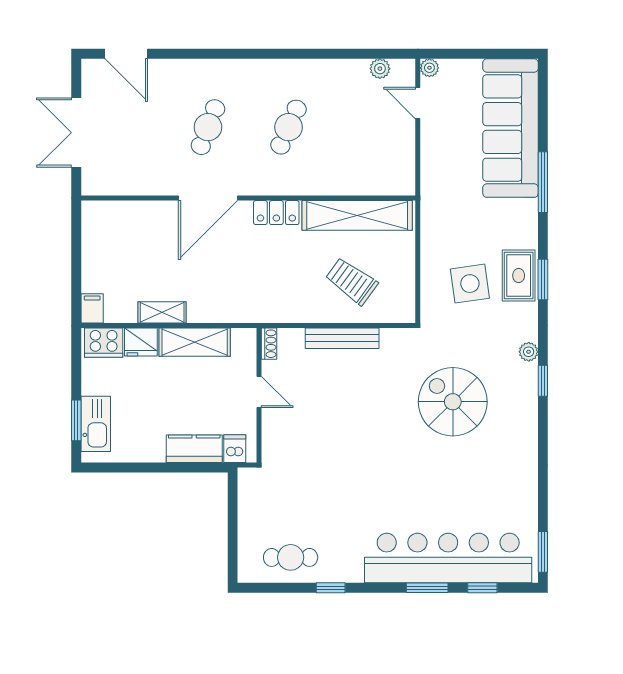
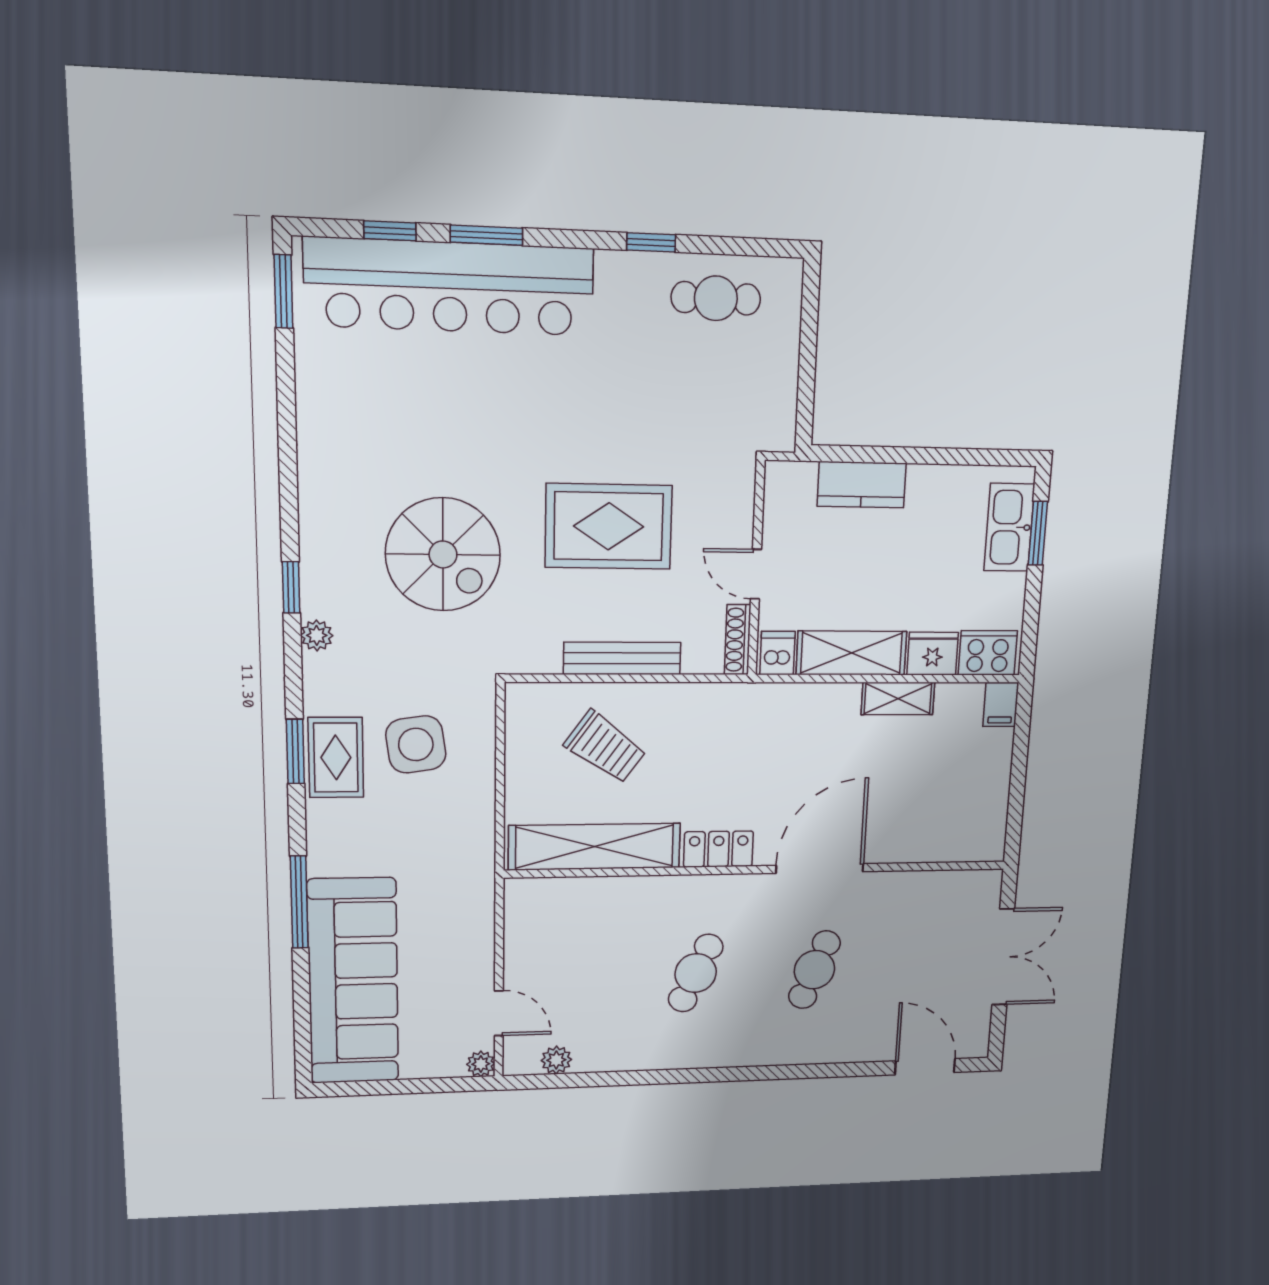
shoe rack: (269, 344) -> (738, 640), width x1.43
rug: (352, 420) -> (609, 526), added
dishwasher: (235, 449) -> (777, 653), moved, turned 180

